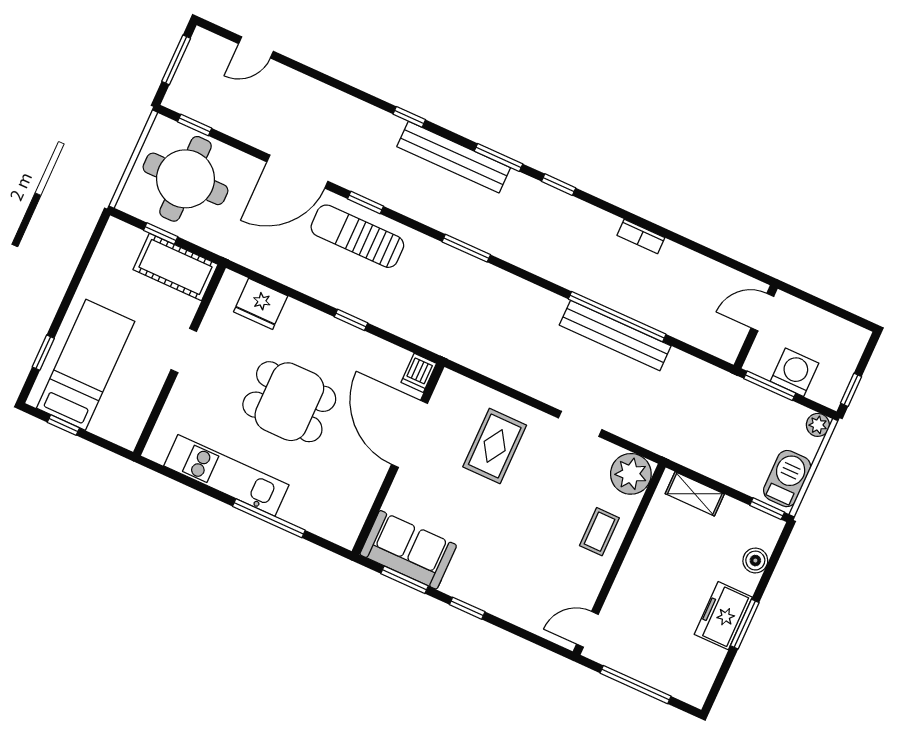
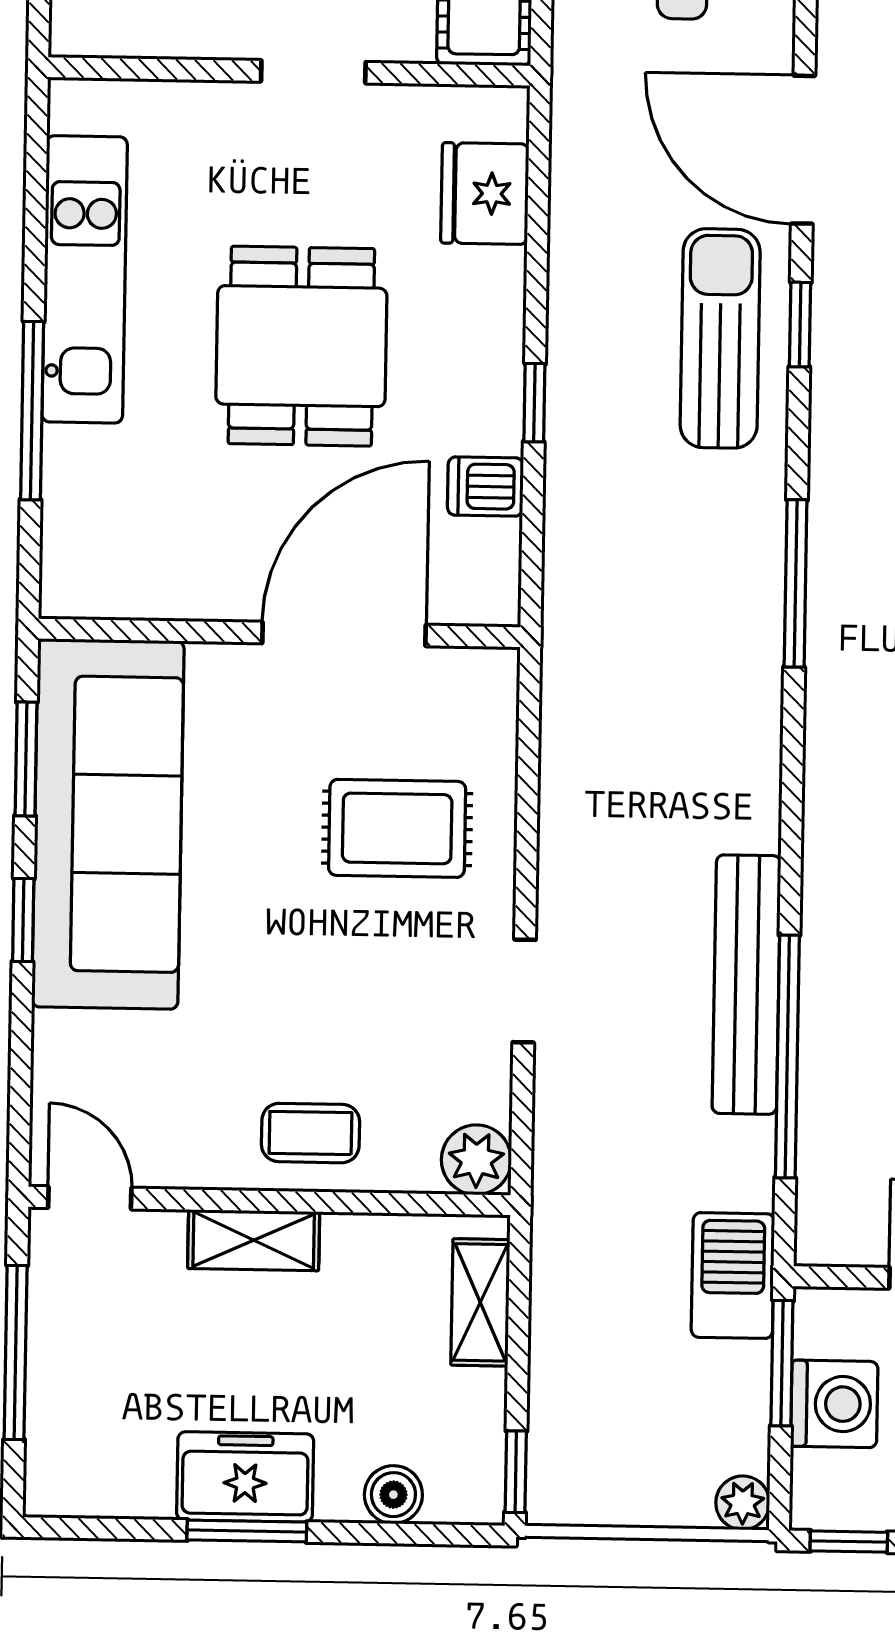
window: (466, 248) -> (796, 583), width x1.44
window: (617, 317) -> (787, 1057), moved
dishwasher: (419, 373) -> (485, 487), moved
plant: (631, 474) -> (476, 1160), width x0.73, depth x0.73
barbecue: (787, 479) -> (733, 1276), moved, turned -90
sofa: (408, 550) -> (108, 824), width x1.85, depth x1.27
shelving: (632, 572) -> (254, 1240), added

